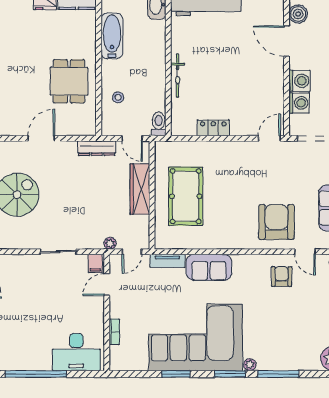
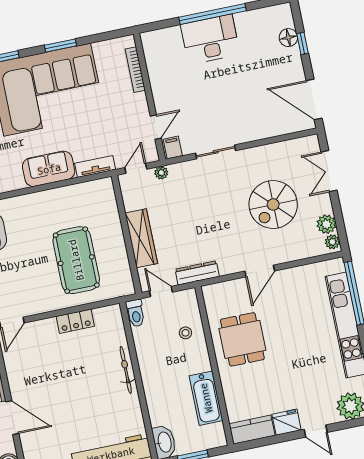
door: (286, 41) -> (12, 418), moved
pool table: (186, 196) -> (76, 260), moved
bookcase: (114, 332) -> (135, 70), width x1.56
desk: (76, 352) -> (210, 39), moved

